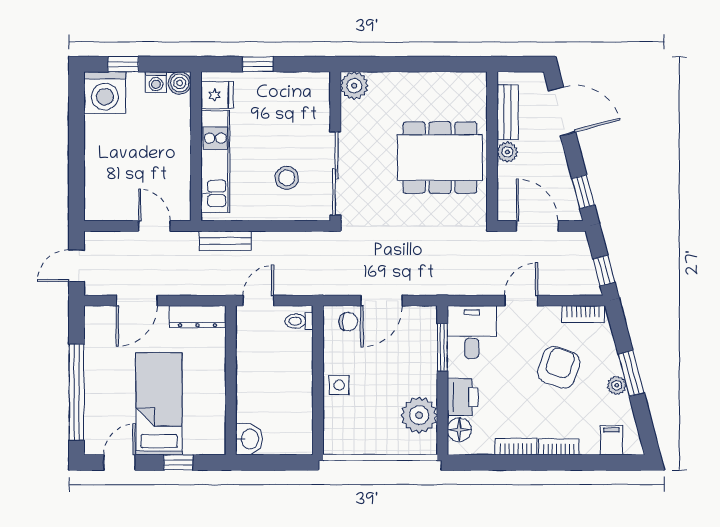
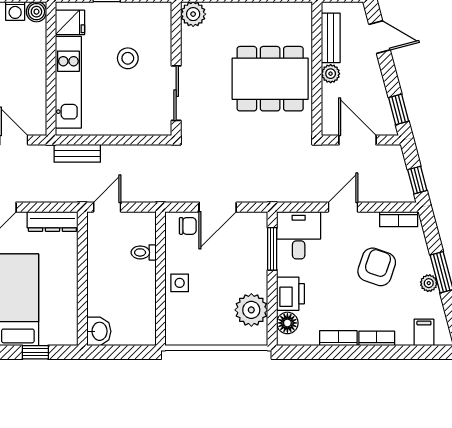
door: (562, 111) -> (380, 37), width x0.73
sliding door: (335, 174) -> (176, 93), width x0.73
stool: (287, 178) -> (128, 58), moved
toilet: (299, 321) -> (144, 252), moved

